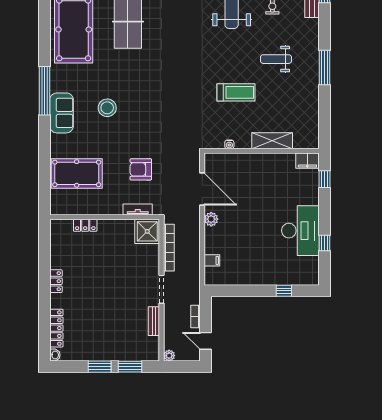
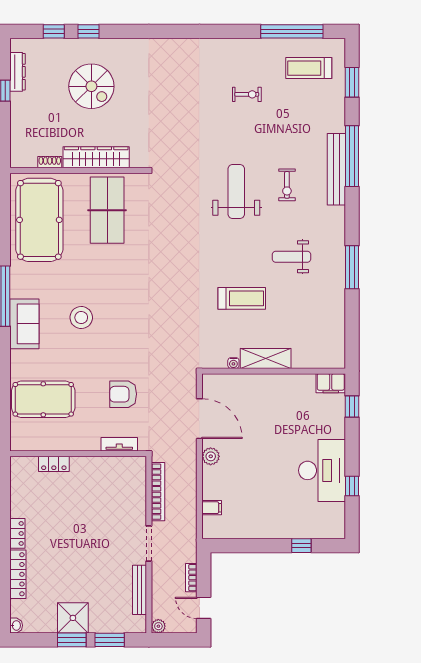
shelving: (272, 141) -> (266, 358), moved
shower: (147, 231) -> (73, 618), moved
bench: (154, 321) -> (139, 590), width x1.36
locker: (56, 328) -> (18, 574), moved

